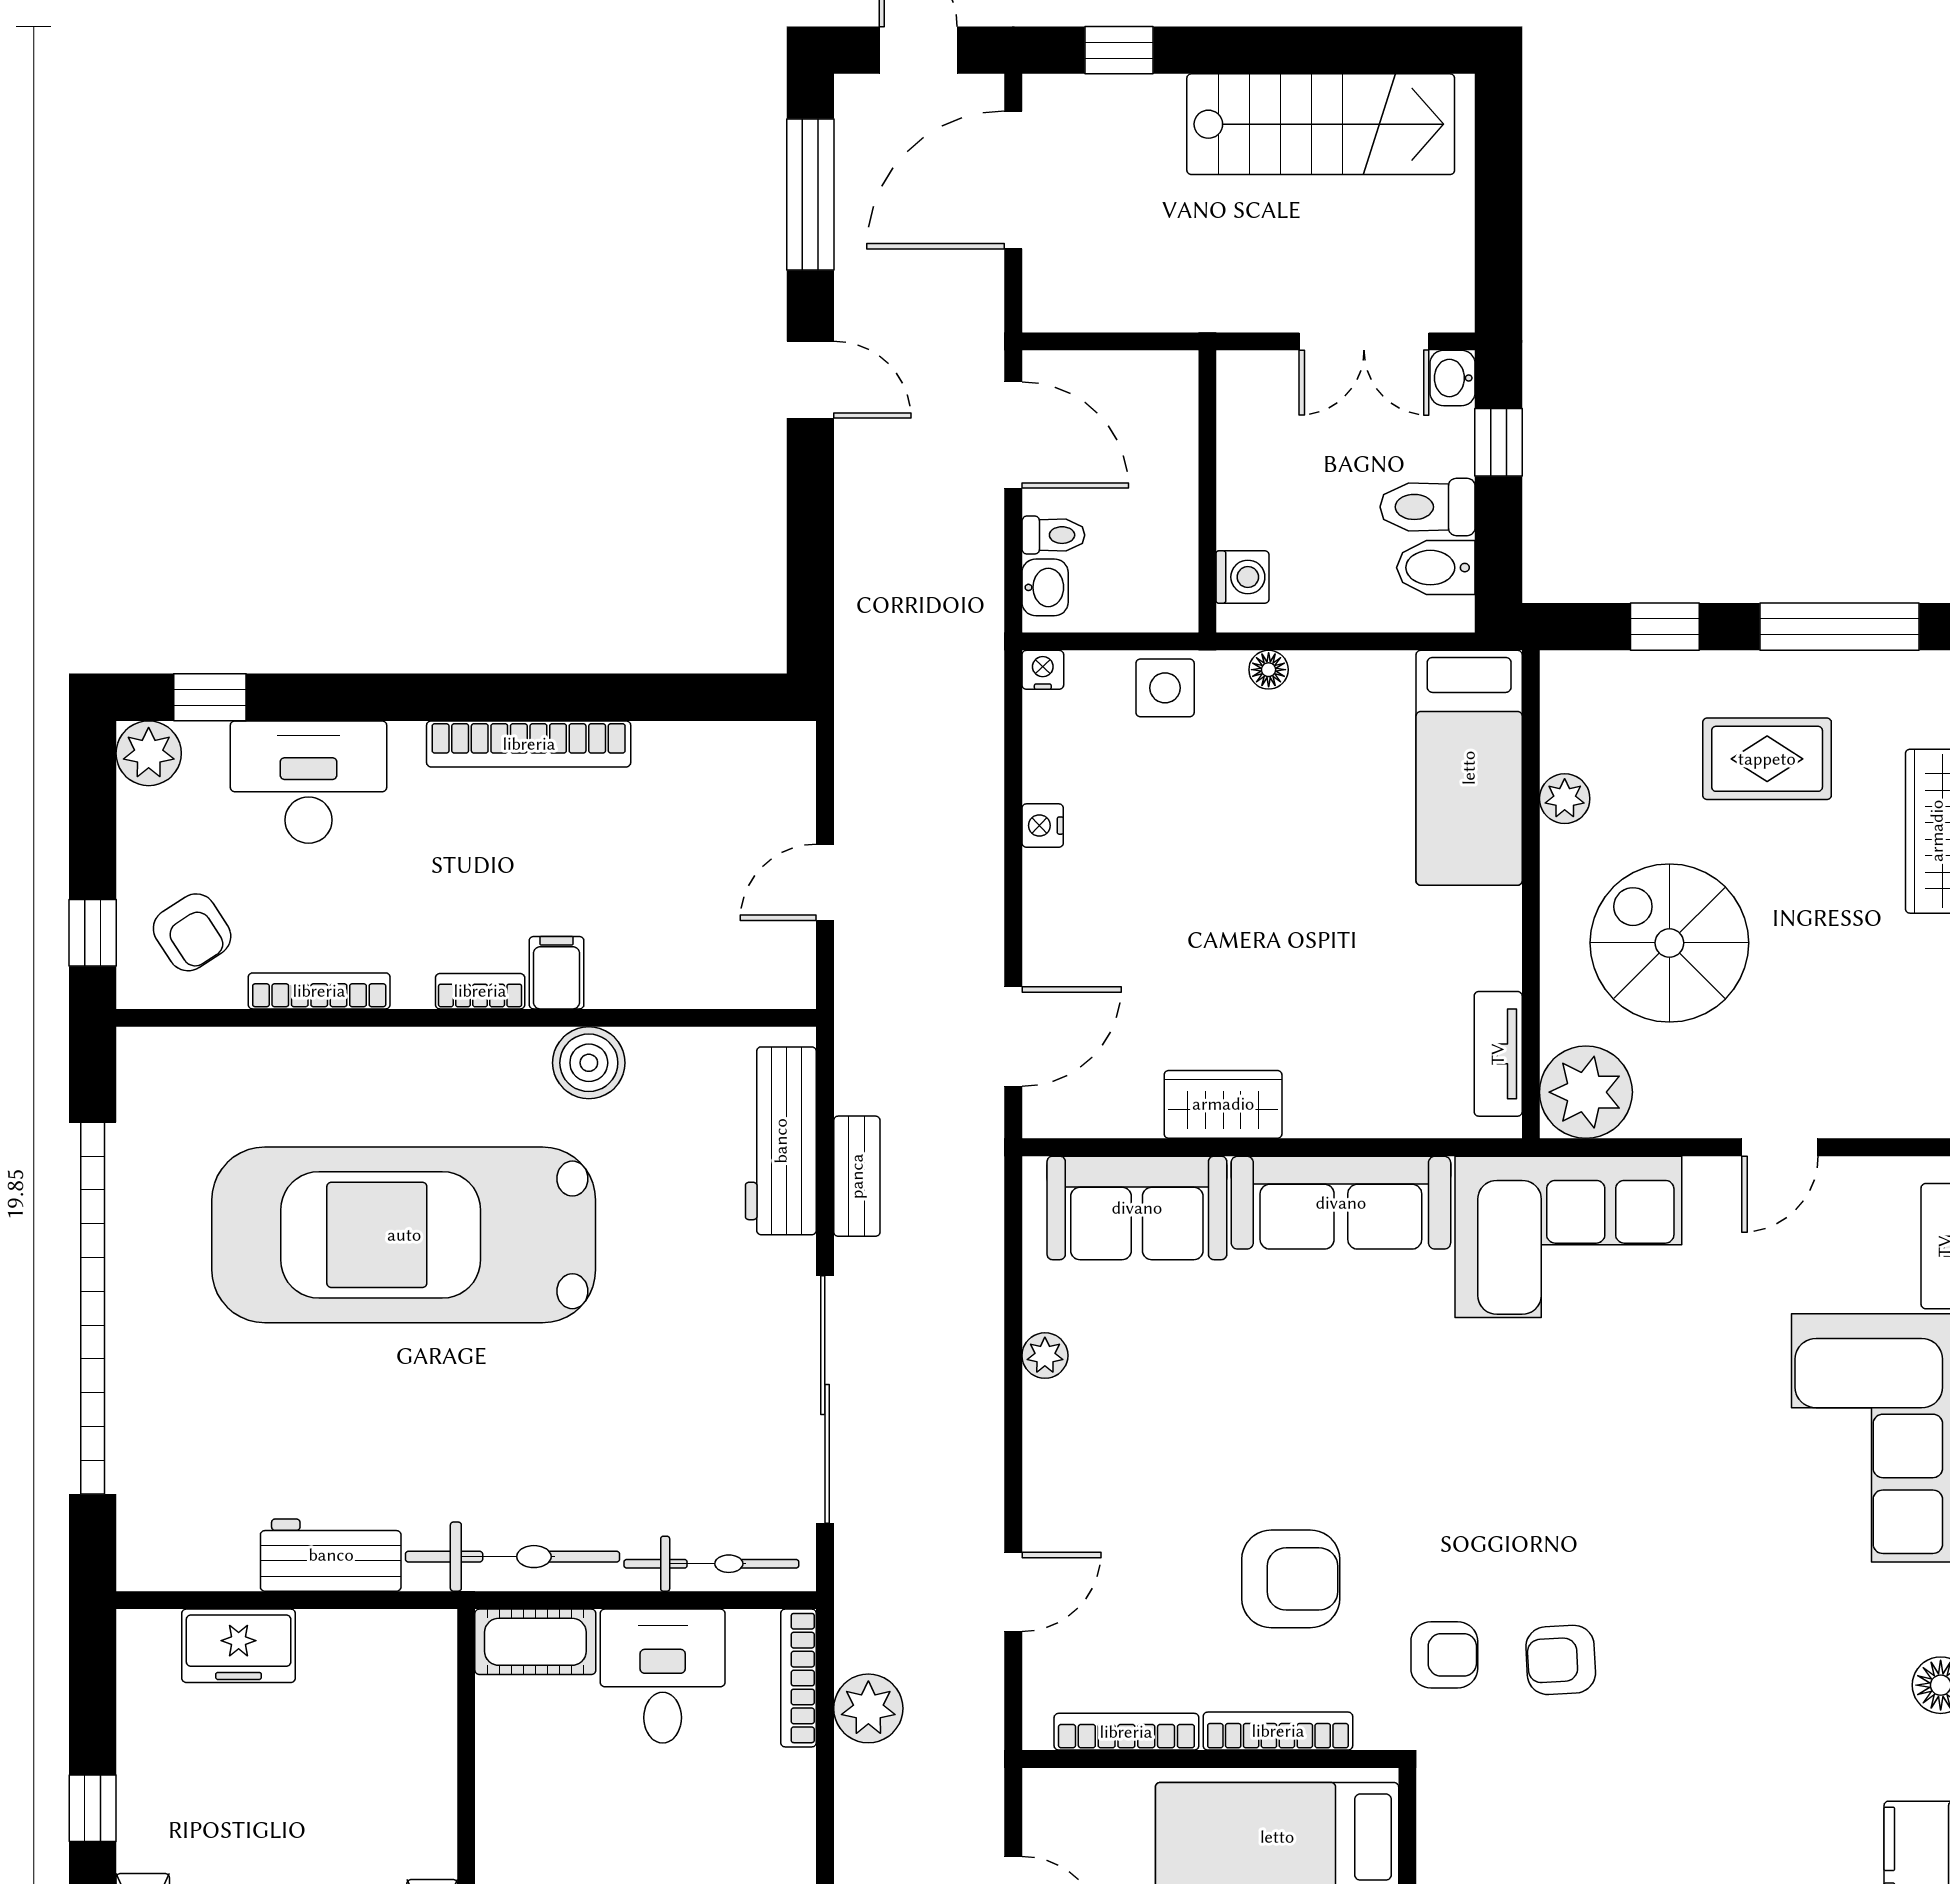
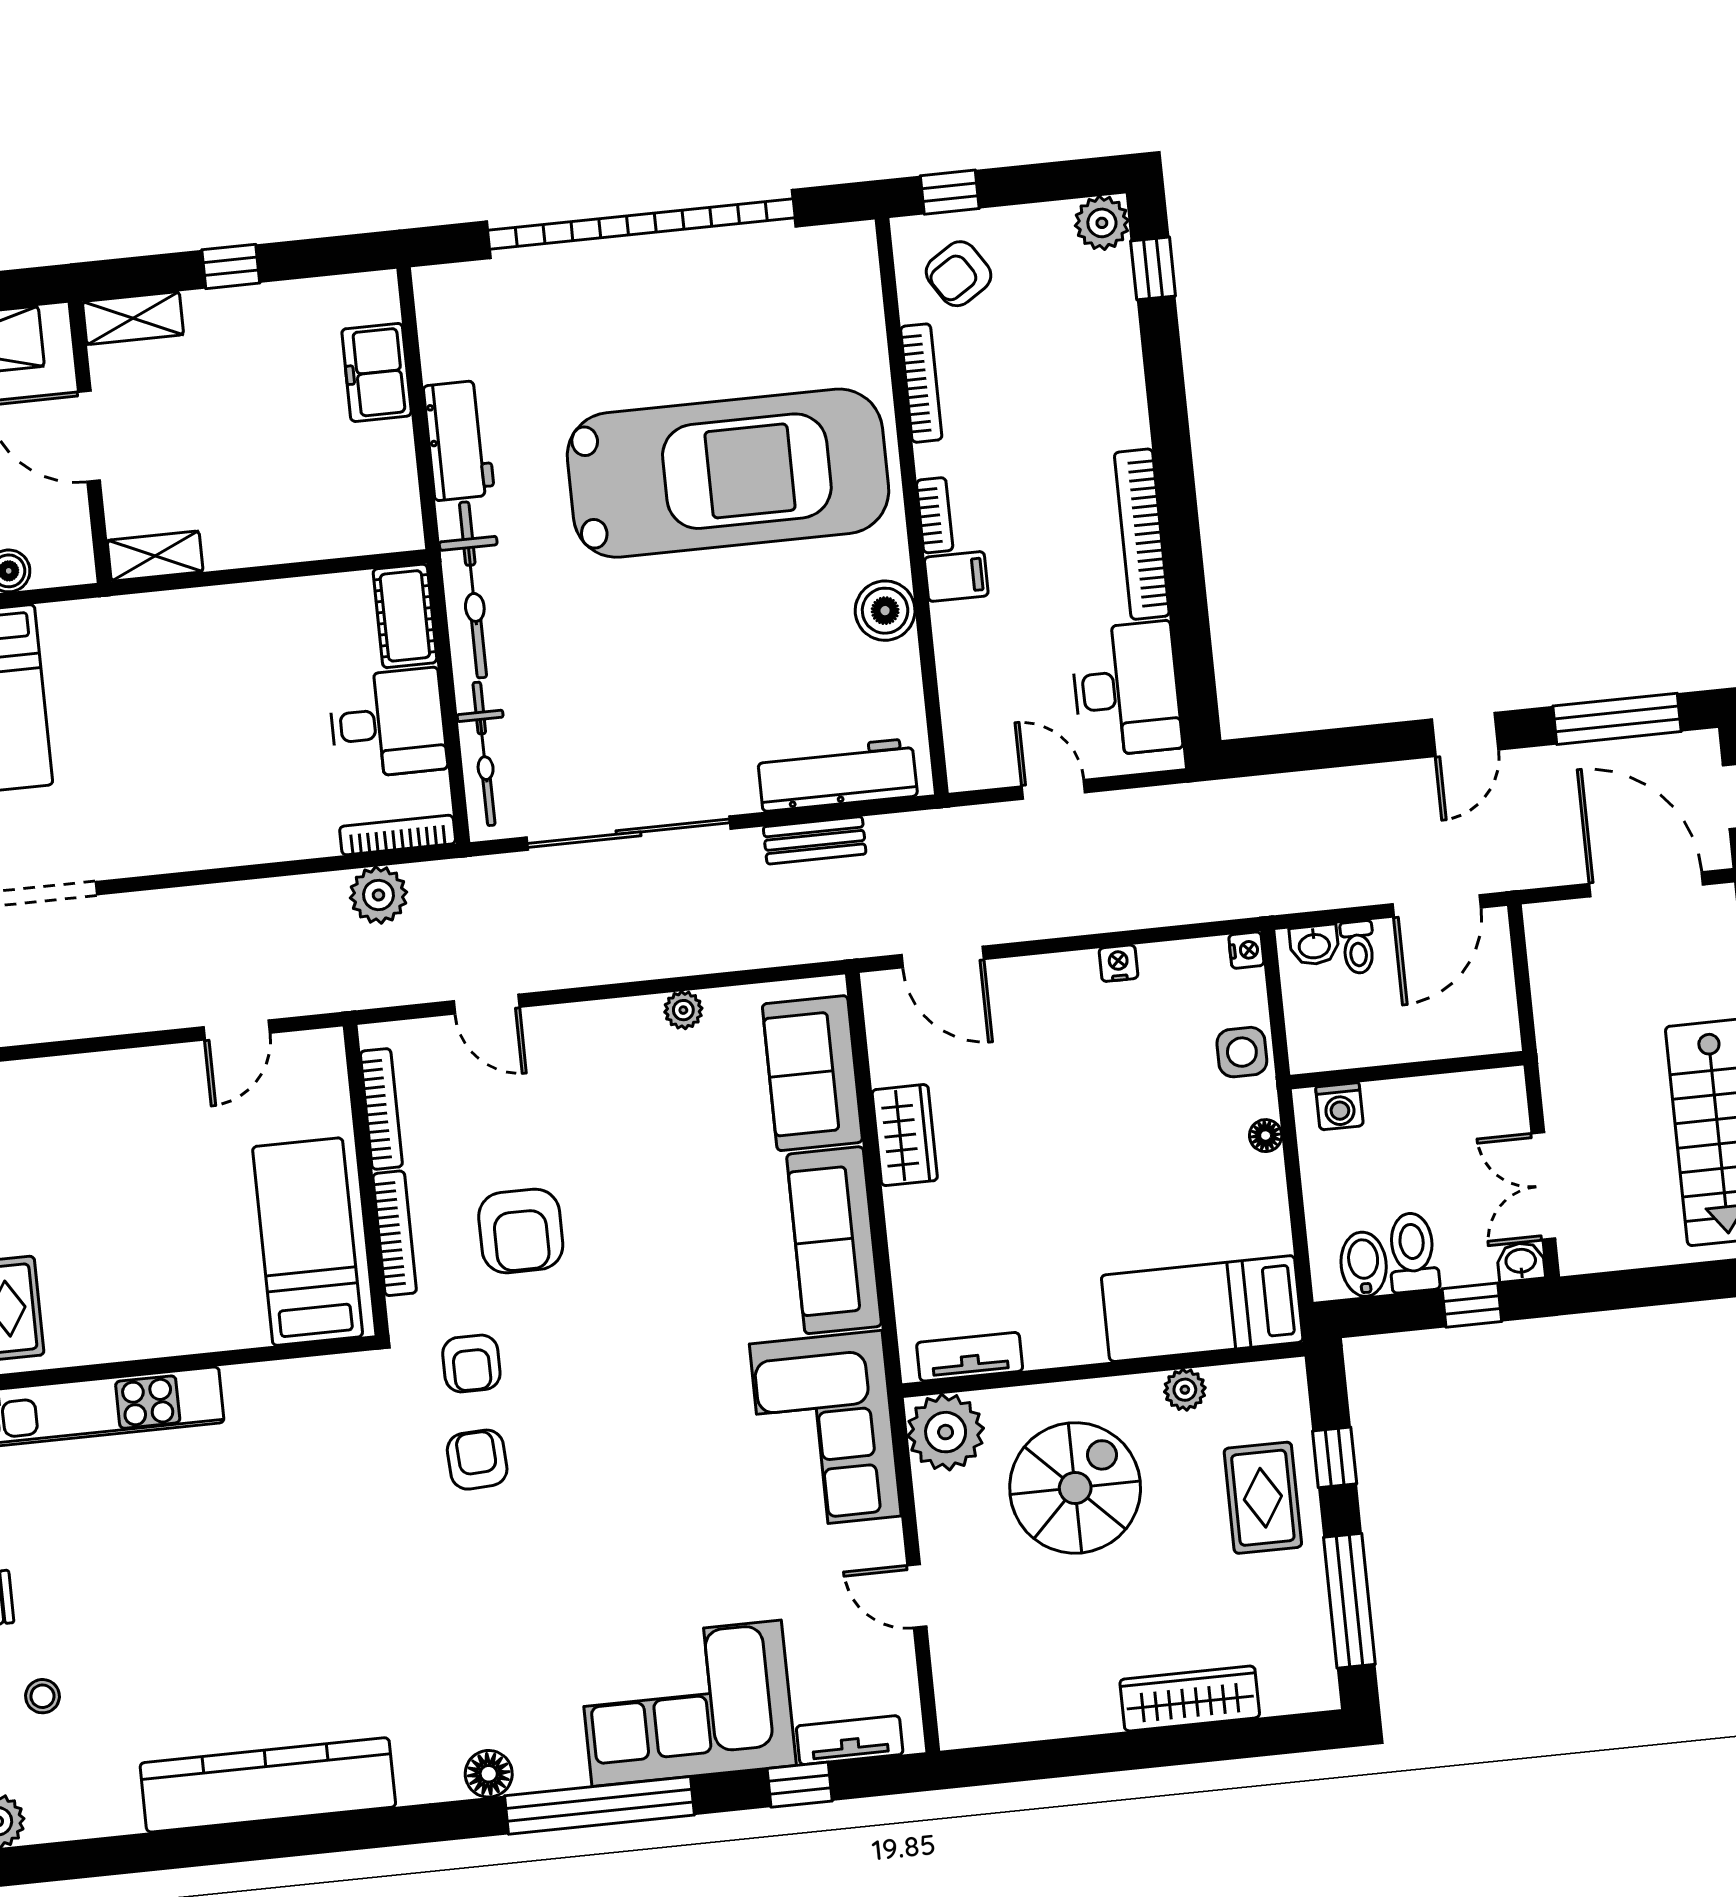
rug: (1767, 759) -> (1263, 1498), moved
desk: (309, 782) -> (1126, 689), moved
car: (404, 1235) -> (728, 473), turned 90

